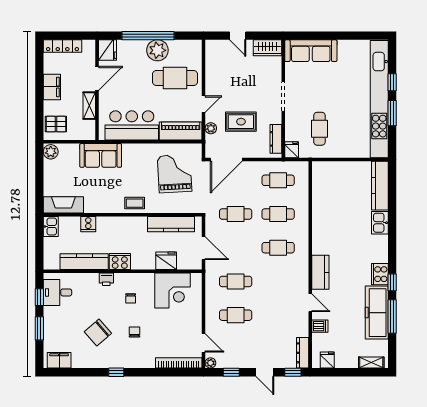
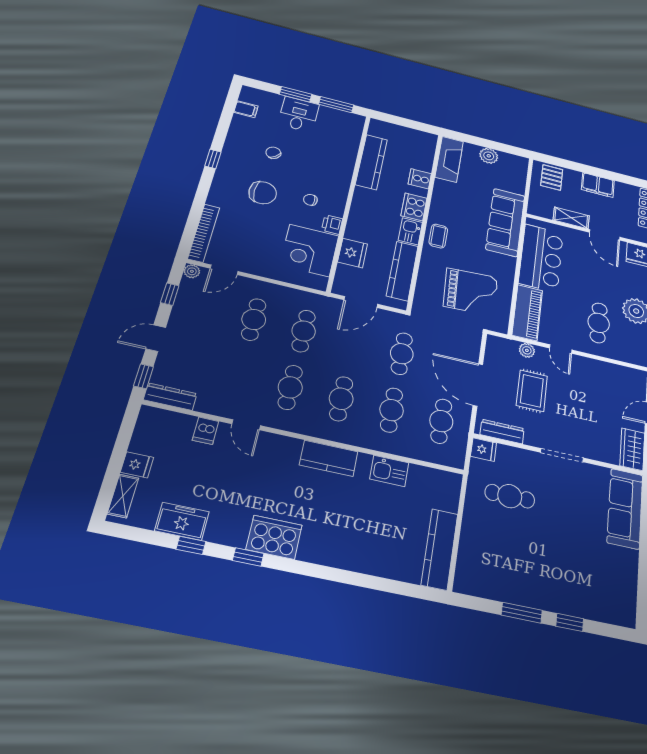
cafe table: (175, 78) -> (599, 323), width x0.73, depth x0.74
kitchen unit: (379, 99) -> (545, 596), removed
plant: (51, 152) -> (489, 156), moved
sofa: (101, 155) -> (505, 222), width x1.36
door: (226, 159) -> (478, 385), moved
kitchen counter: (380, 186) -> (440, 549), moved, turned -90
kitchen sink: (380, 223) -> (389, 471), moved, turned 180
kitchen sink: (51, 226) -> (410, 231), moved, turned 90
cooker: (120, 262) -> (414, 207), moved, turned 180
kitchen counter: (320, 272) -> (329, 458), moved
cooker: (380, 274) -> (274, 537), width x1.37, depth x1.31
printer: (106, 279) -> (332, 225), moved
cafe table: (278, 281) -> (290, 387), added
desk: (57, 292) -> (299, 114), moved
window: (39, 297) -> (336, 105), width x1.50
door: (310, 303) -> (246, 425), hinge flipped
freezer: (377, 313) -> (182, 521), width x0.52, depth x0.79
window: (392, 316) -> (191, 545), width x0.46
chair: (134, 332) -> (263, 193), width x1.87, depth x1.87
chair: (98, 333) -> (273, 153), width x0.54, depth x0.54
filing cabinet: (59, 360) -> (246, 109), width x0.50
fridge: (327, 360) -> (137, 465), moved

